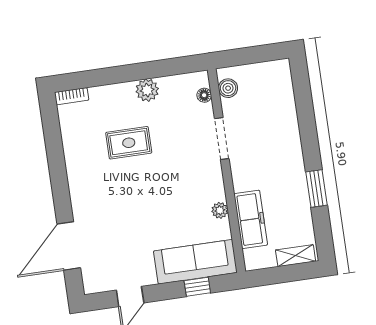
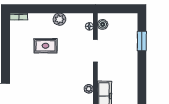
window: (317, 189) -> (142, 41), moved

